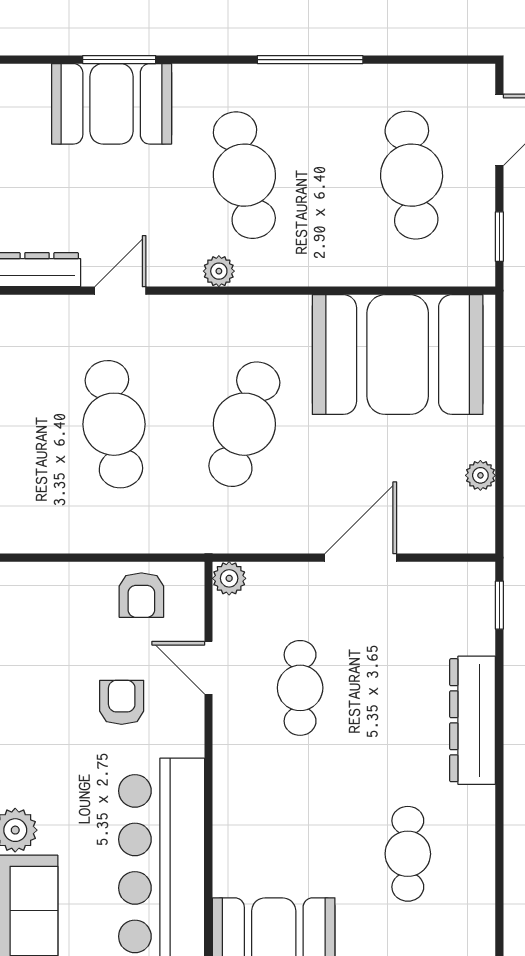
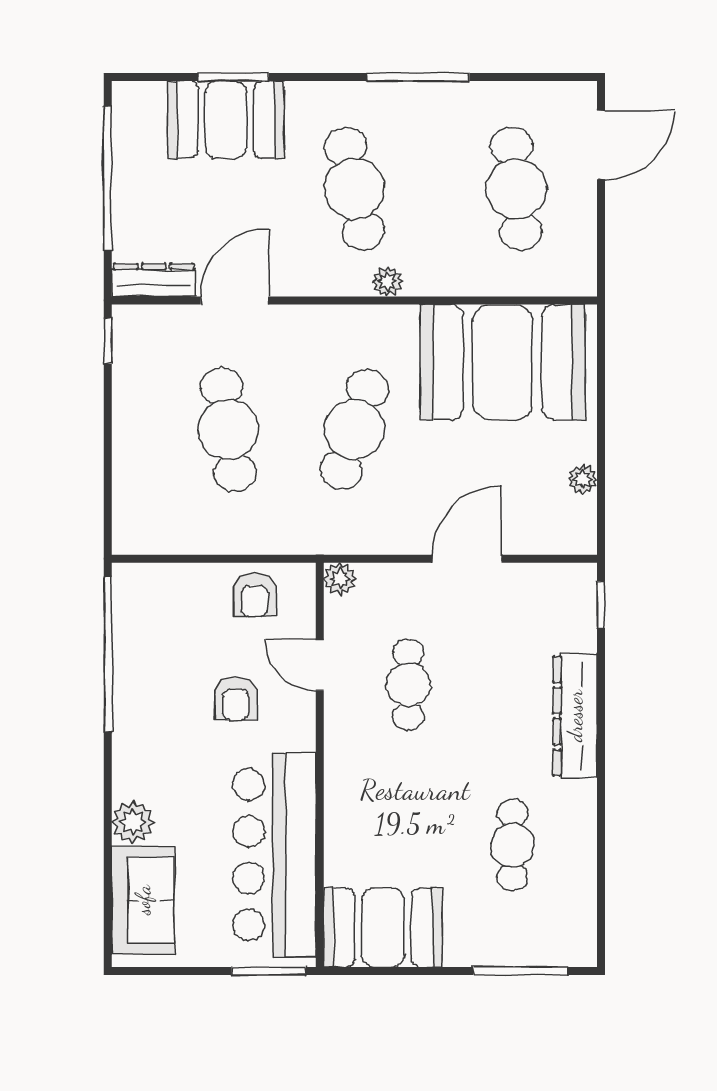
window: (499, 237) -> (601, 248), removed
plant: (219, 271) -> (387, 282), moved
door: (120, 291) -> (235, 300), width x1.38
armchair: (122, 702) -> (236, 699), turned 180

